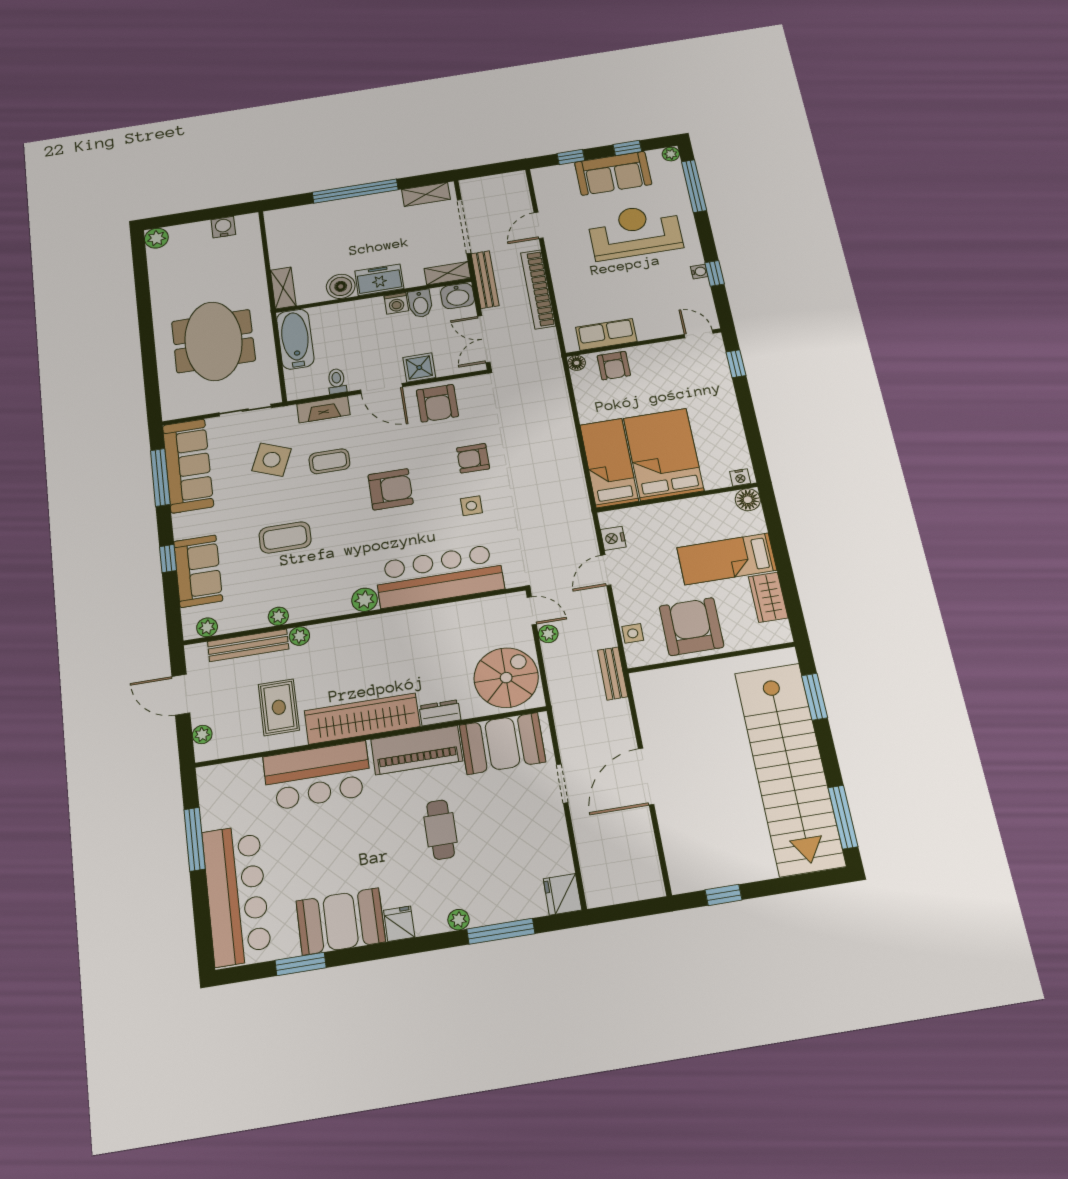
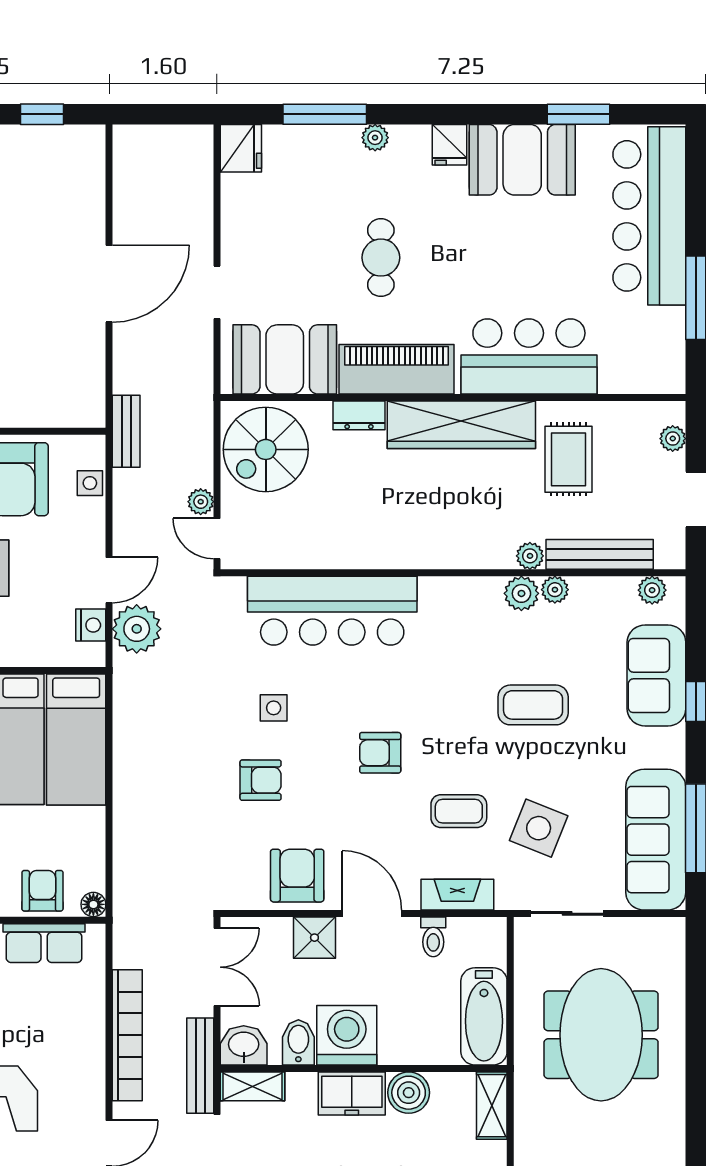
washing machine: (396, 303) -> (347, 1035), width x1.89, depth x1.89
armchair: (391, 489) -> (380, 753), width x0.72, depth x0.72
plant: (579, 541) -> (137, 629), added
plant: (365, 600) -> (521, 593), moved

